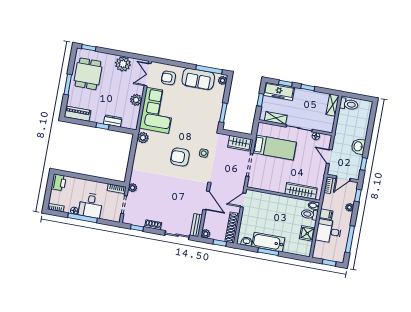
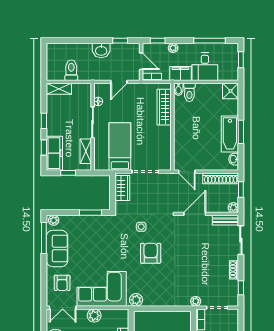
toilet: (349, 104) -> (71, 70), moved
armchair: (180, 157) -> (151, 253), turned 180
filing cabinet: (326, 214) -> (180, 73), width x2.00
shower: (307, 233) -> (231, 91), moved

